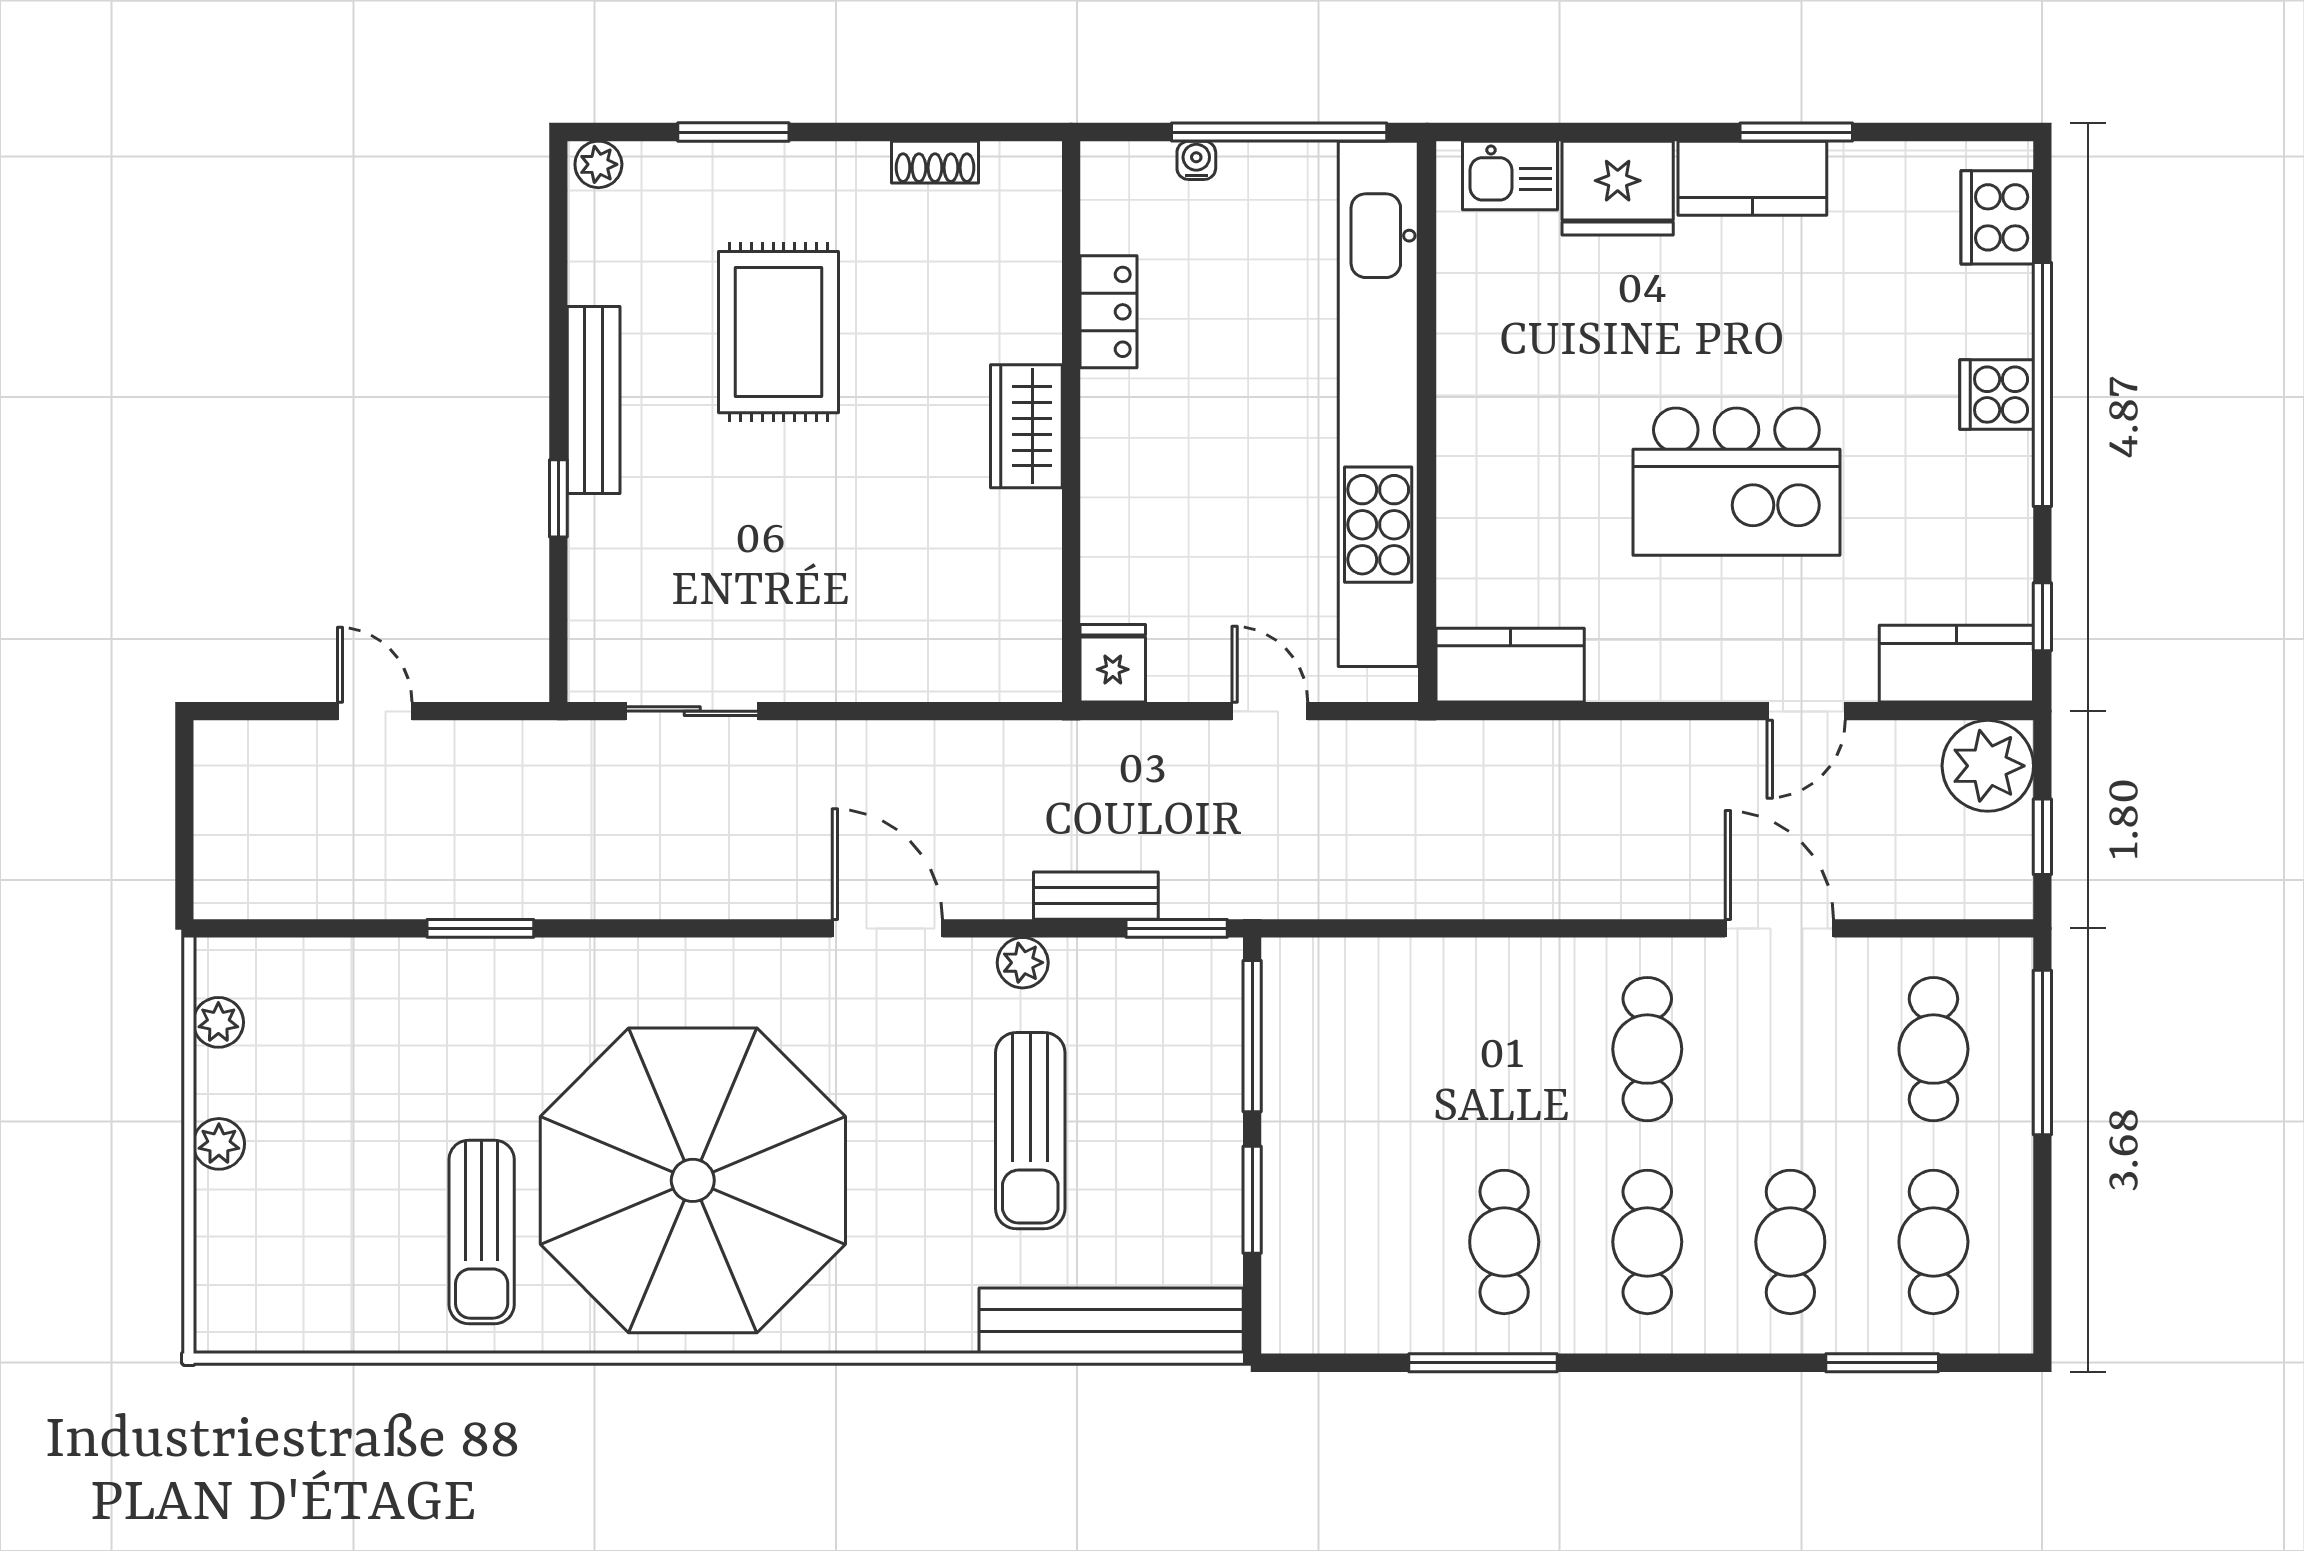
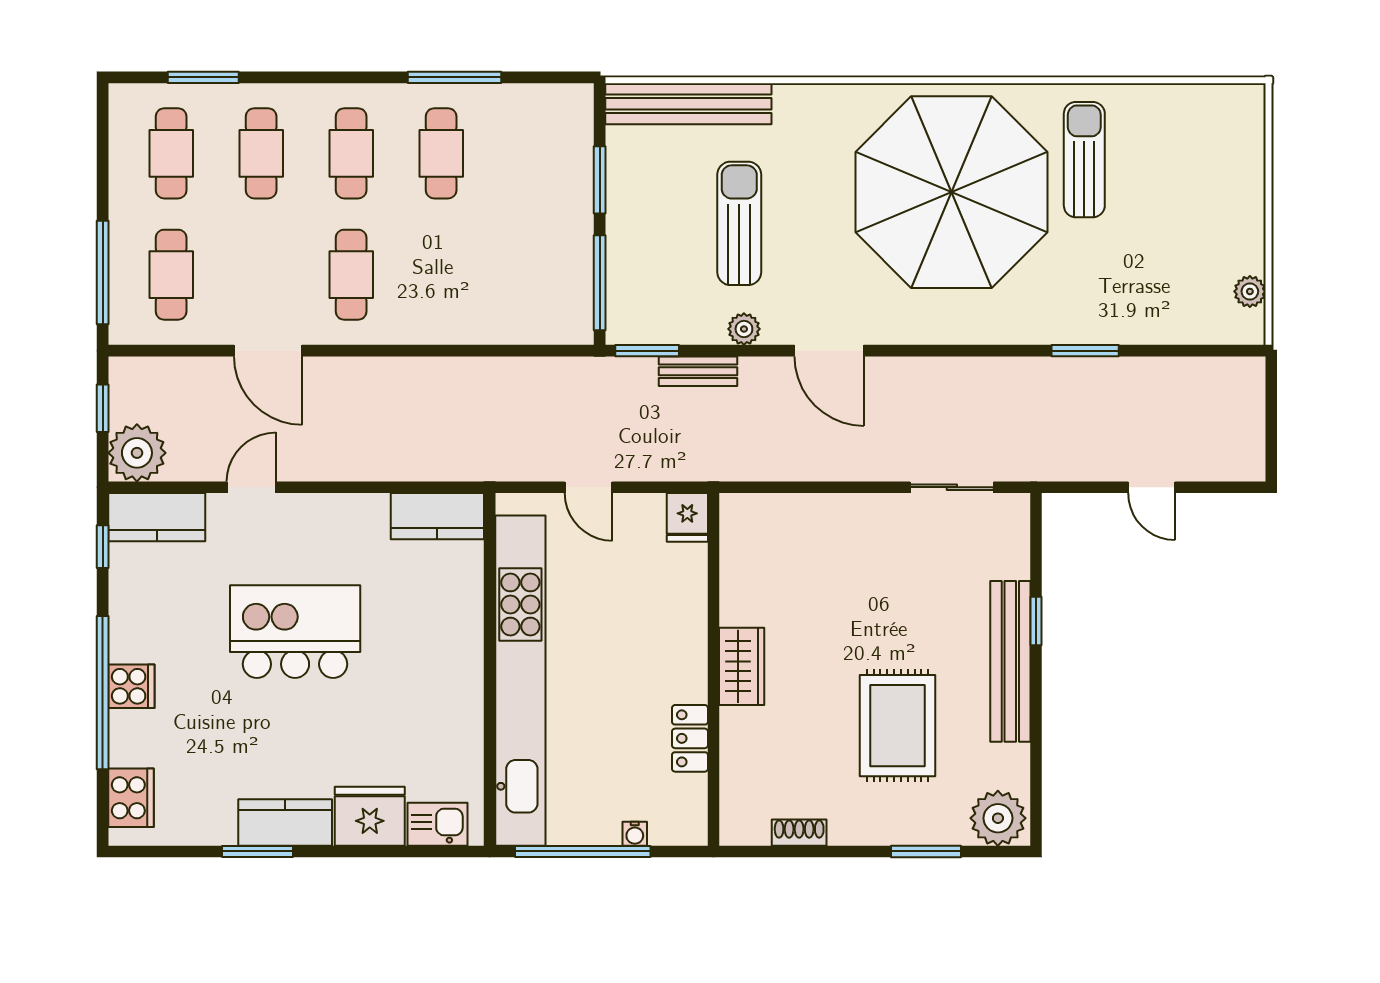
plant: (598, 164) -> (998, 818), width x1.88, depth x1.88
bench: (594, 400) -> (1010, 661), width x1.37, depth x1.21
plant: (219, 1144) -> (1250, 215), removed

